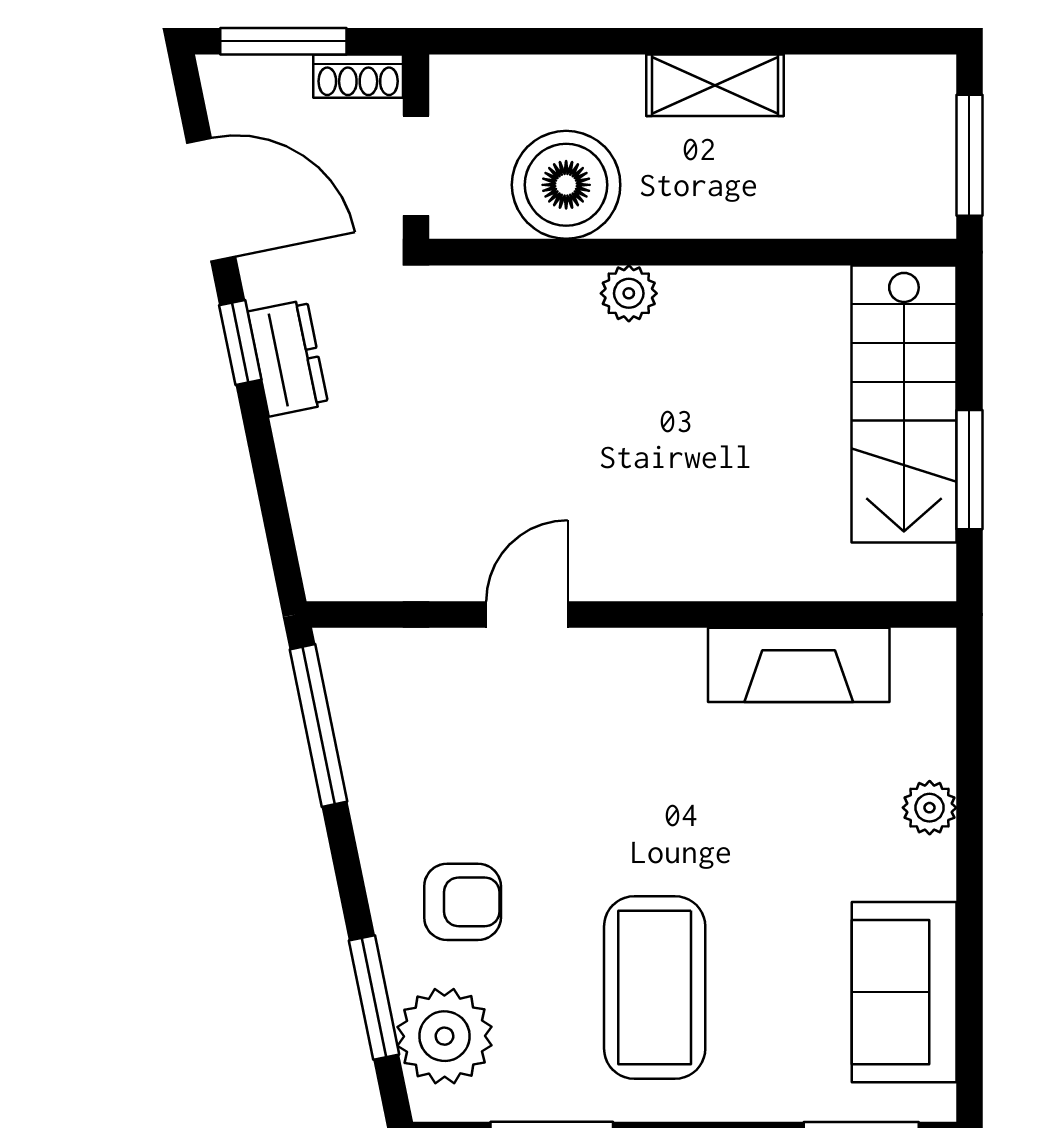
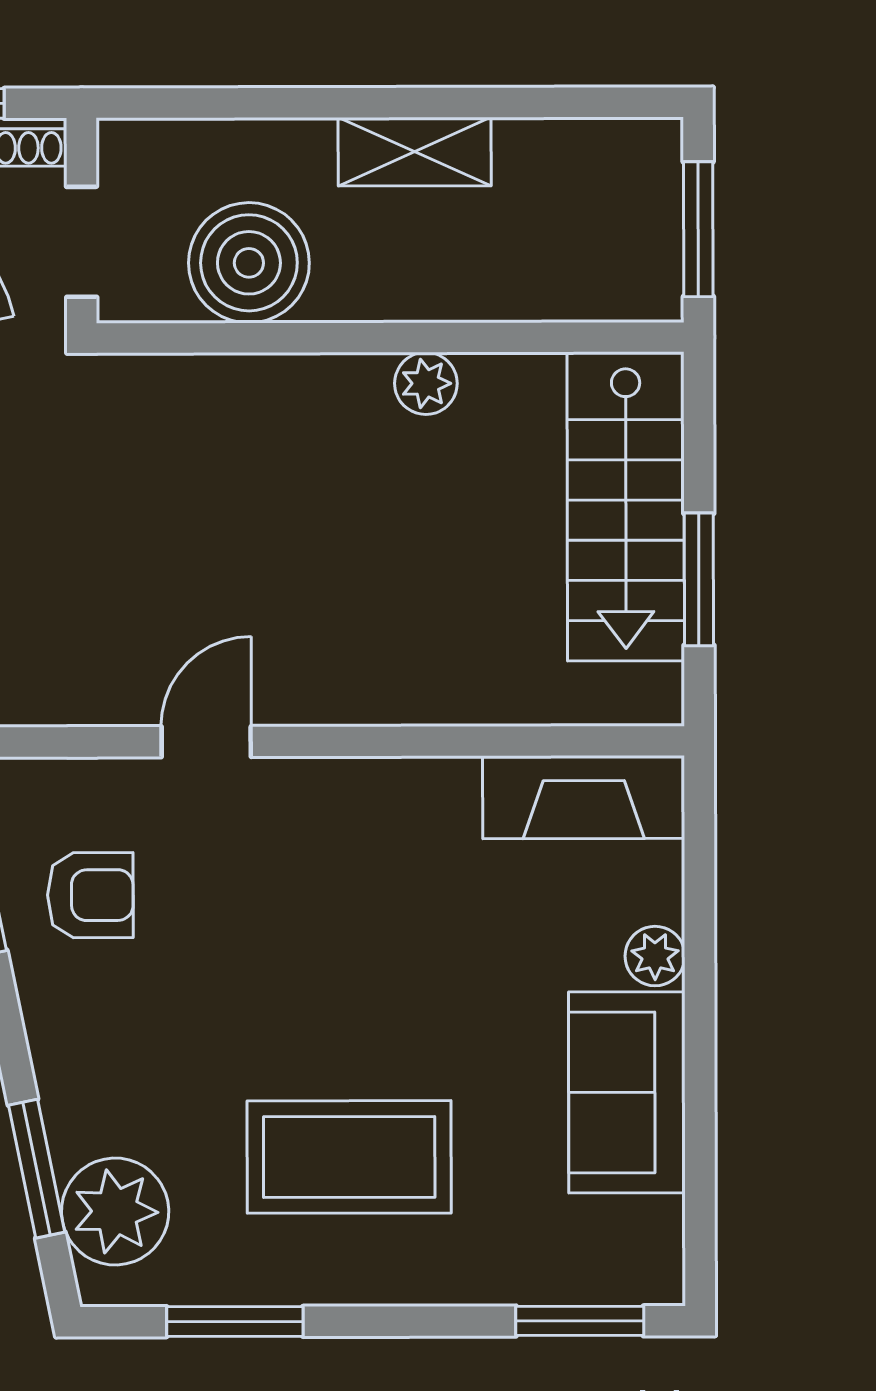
plant: (629, 293) -> (426, 383), moved
fireplace: (799, 665) -> (584, 797), moved
armchair: (463, 902) -> (90, 895), moved
coffee table: (655, 988) -> (349, 1157), turned 90
sofa: (904, 992) -> (627, 1092), moved

